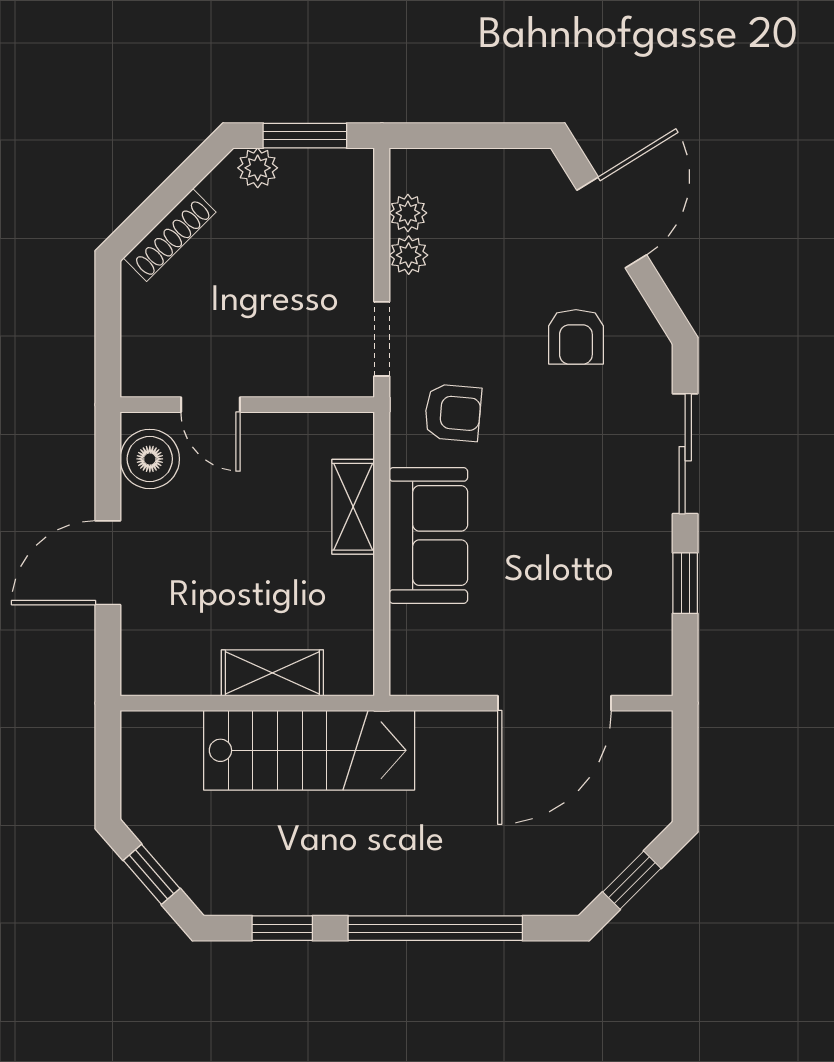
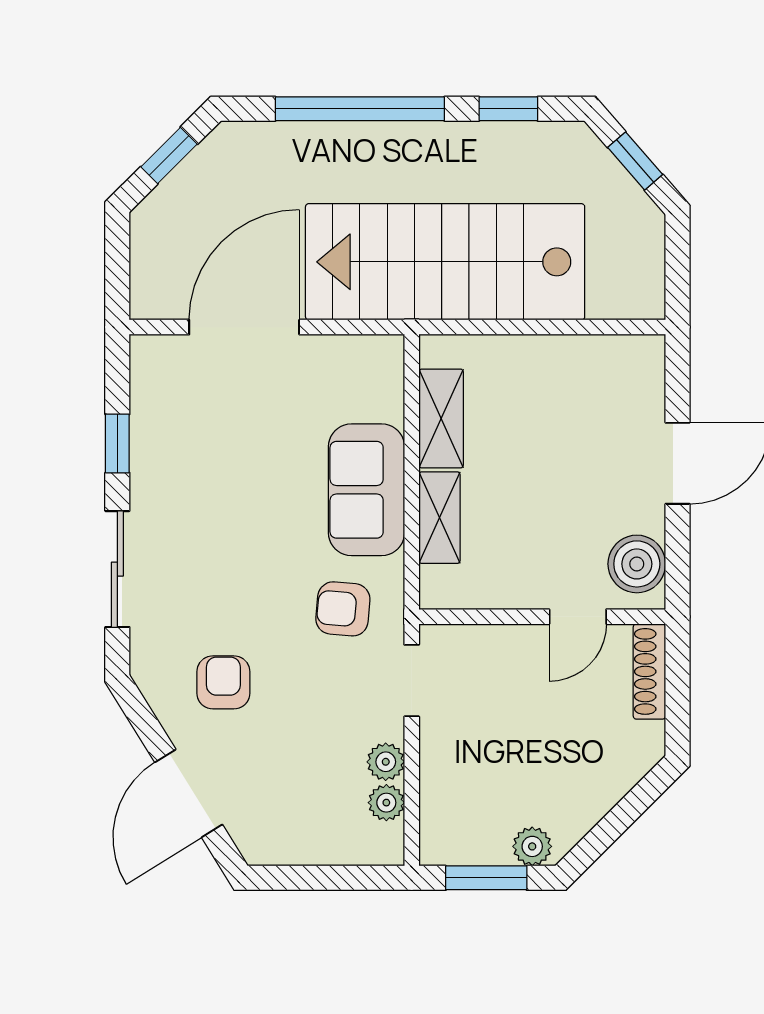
shoe rack: (170, 235) -> (649, 671), moved, turned -45
door: (211, 405) -> (578, 617), swing flipped
shelving: (272, 673) -> (441, 419), moved, turned 90
stairs: (309, 750) -> (445, 262), width x1.36, depth x1.51

